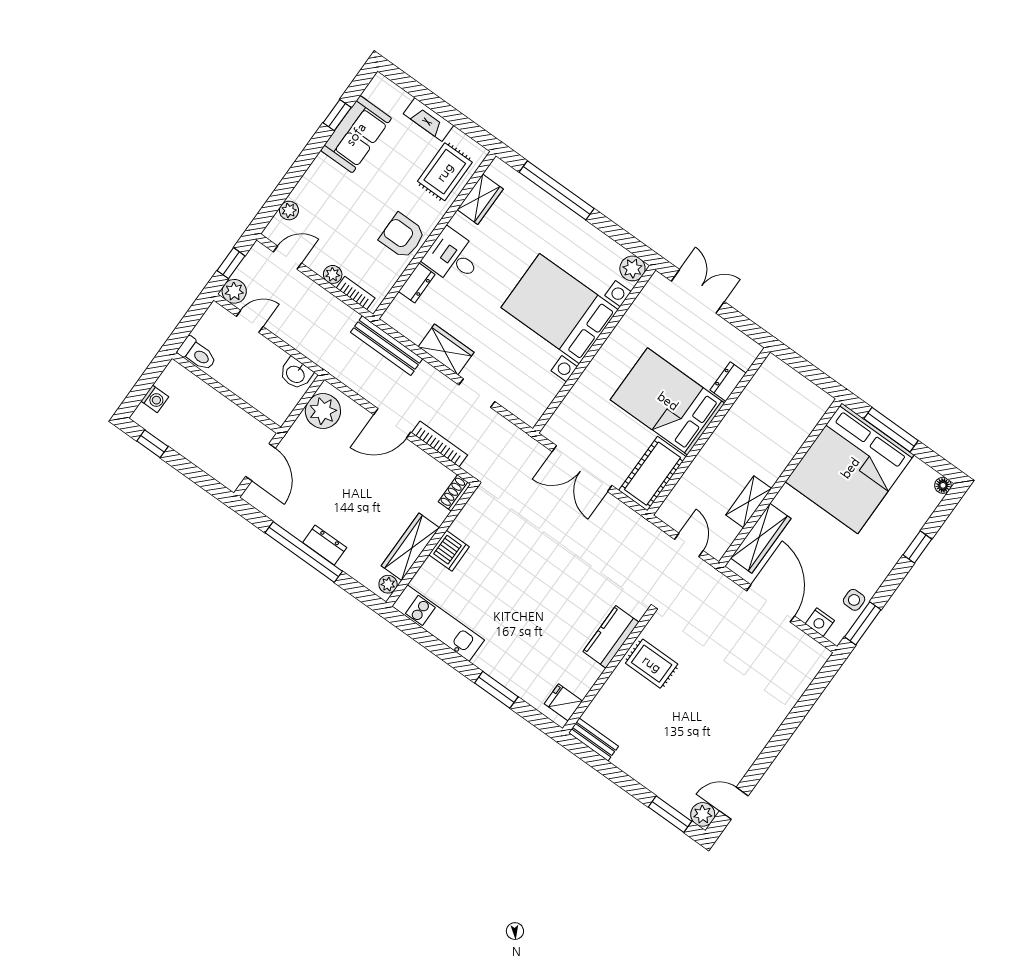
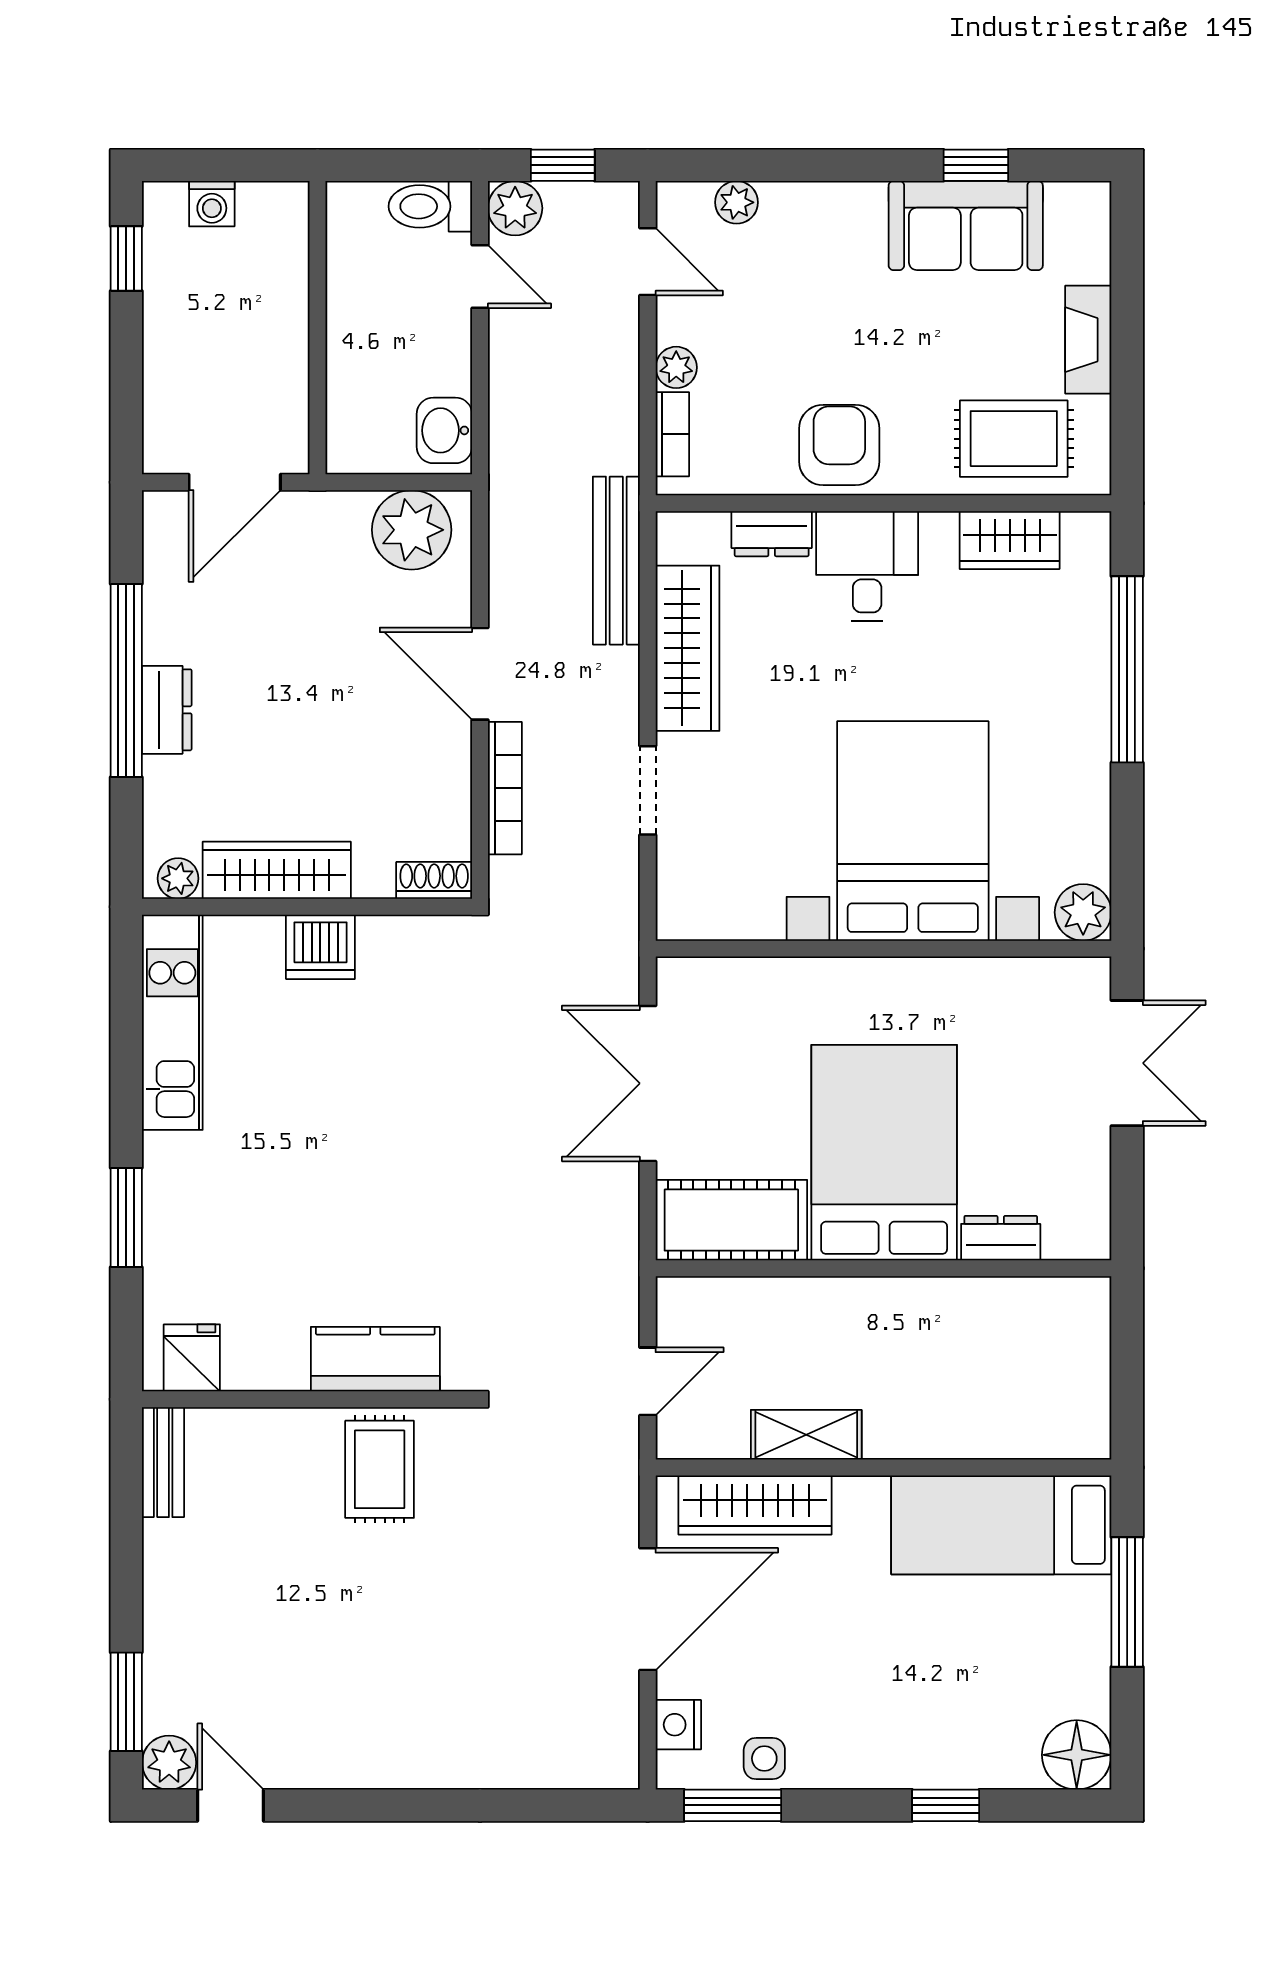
wardrobe: (446, 350) -> (688, 648), width x1.50
toilet: (197, 354) -> (430, 206), moved, turned 90
bed: (850, 468) -> (1001, 1525), width x0.49
floor lamp: (943, 485) -> (1077, 1755), width x1.89, depth x1.89

